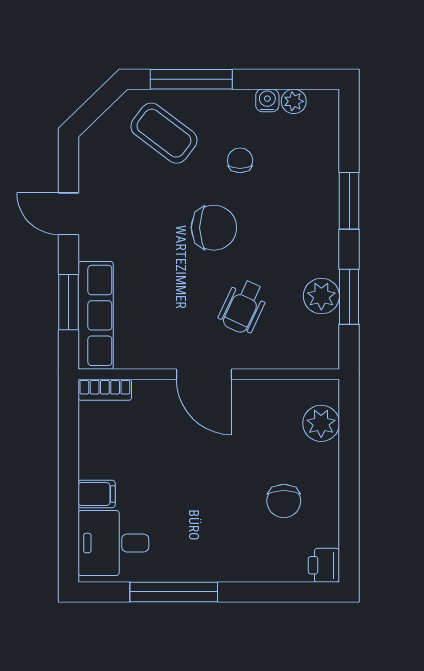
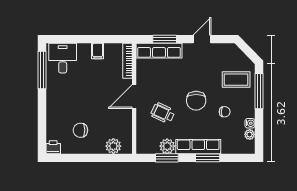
coffee table: (164, 133) -> (236, 80), turned 53
row of seats: (322, 223) -> (198, 147), added
bookcase: (105, 390) -> (127, 61), width x1.56
filing cabinet: (97, 494) -> (98, 51), moved
window: (174, 592) -> (42, 70), moved

